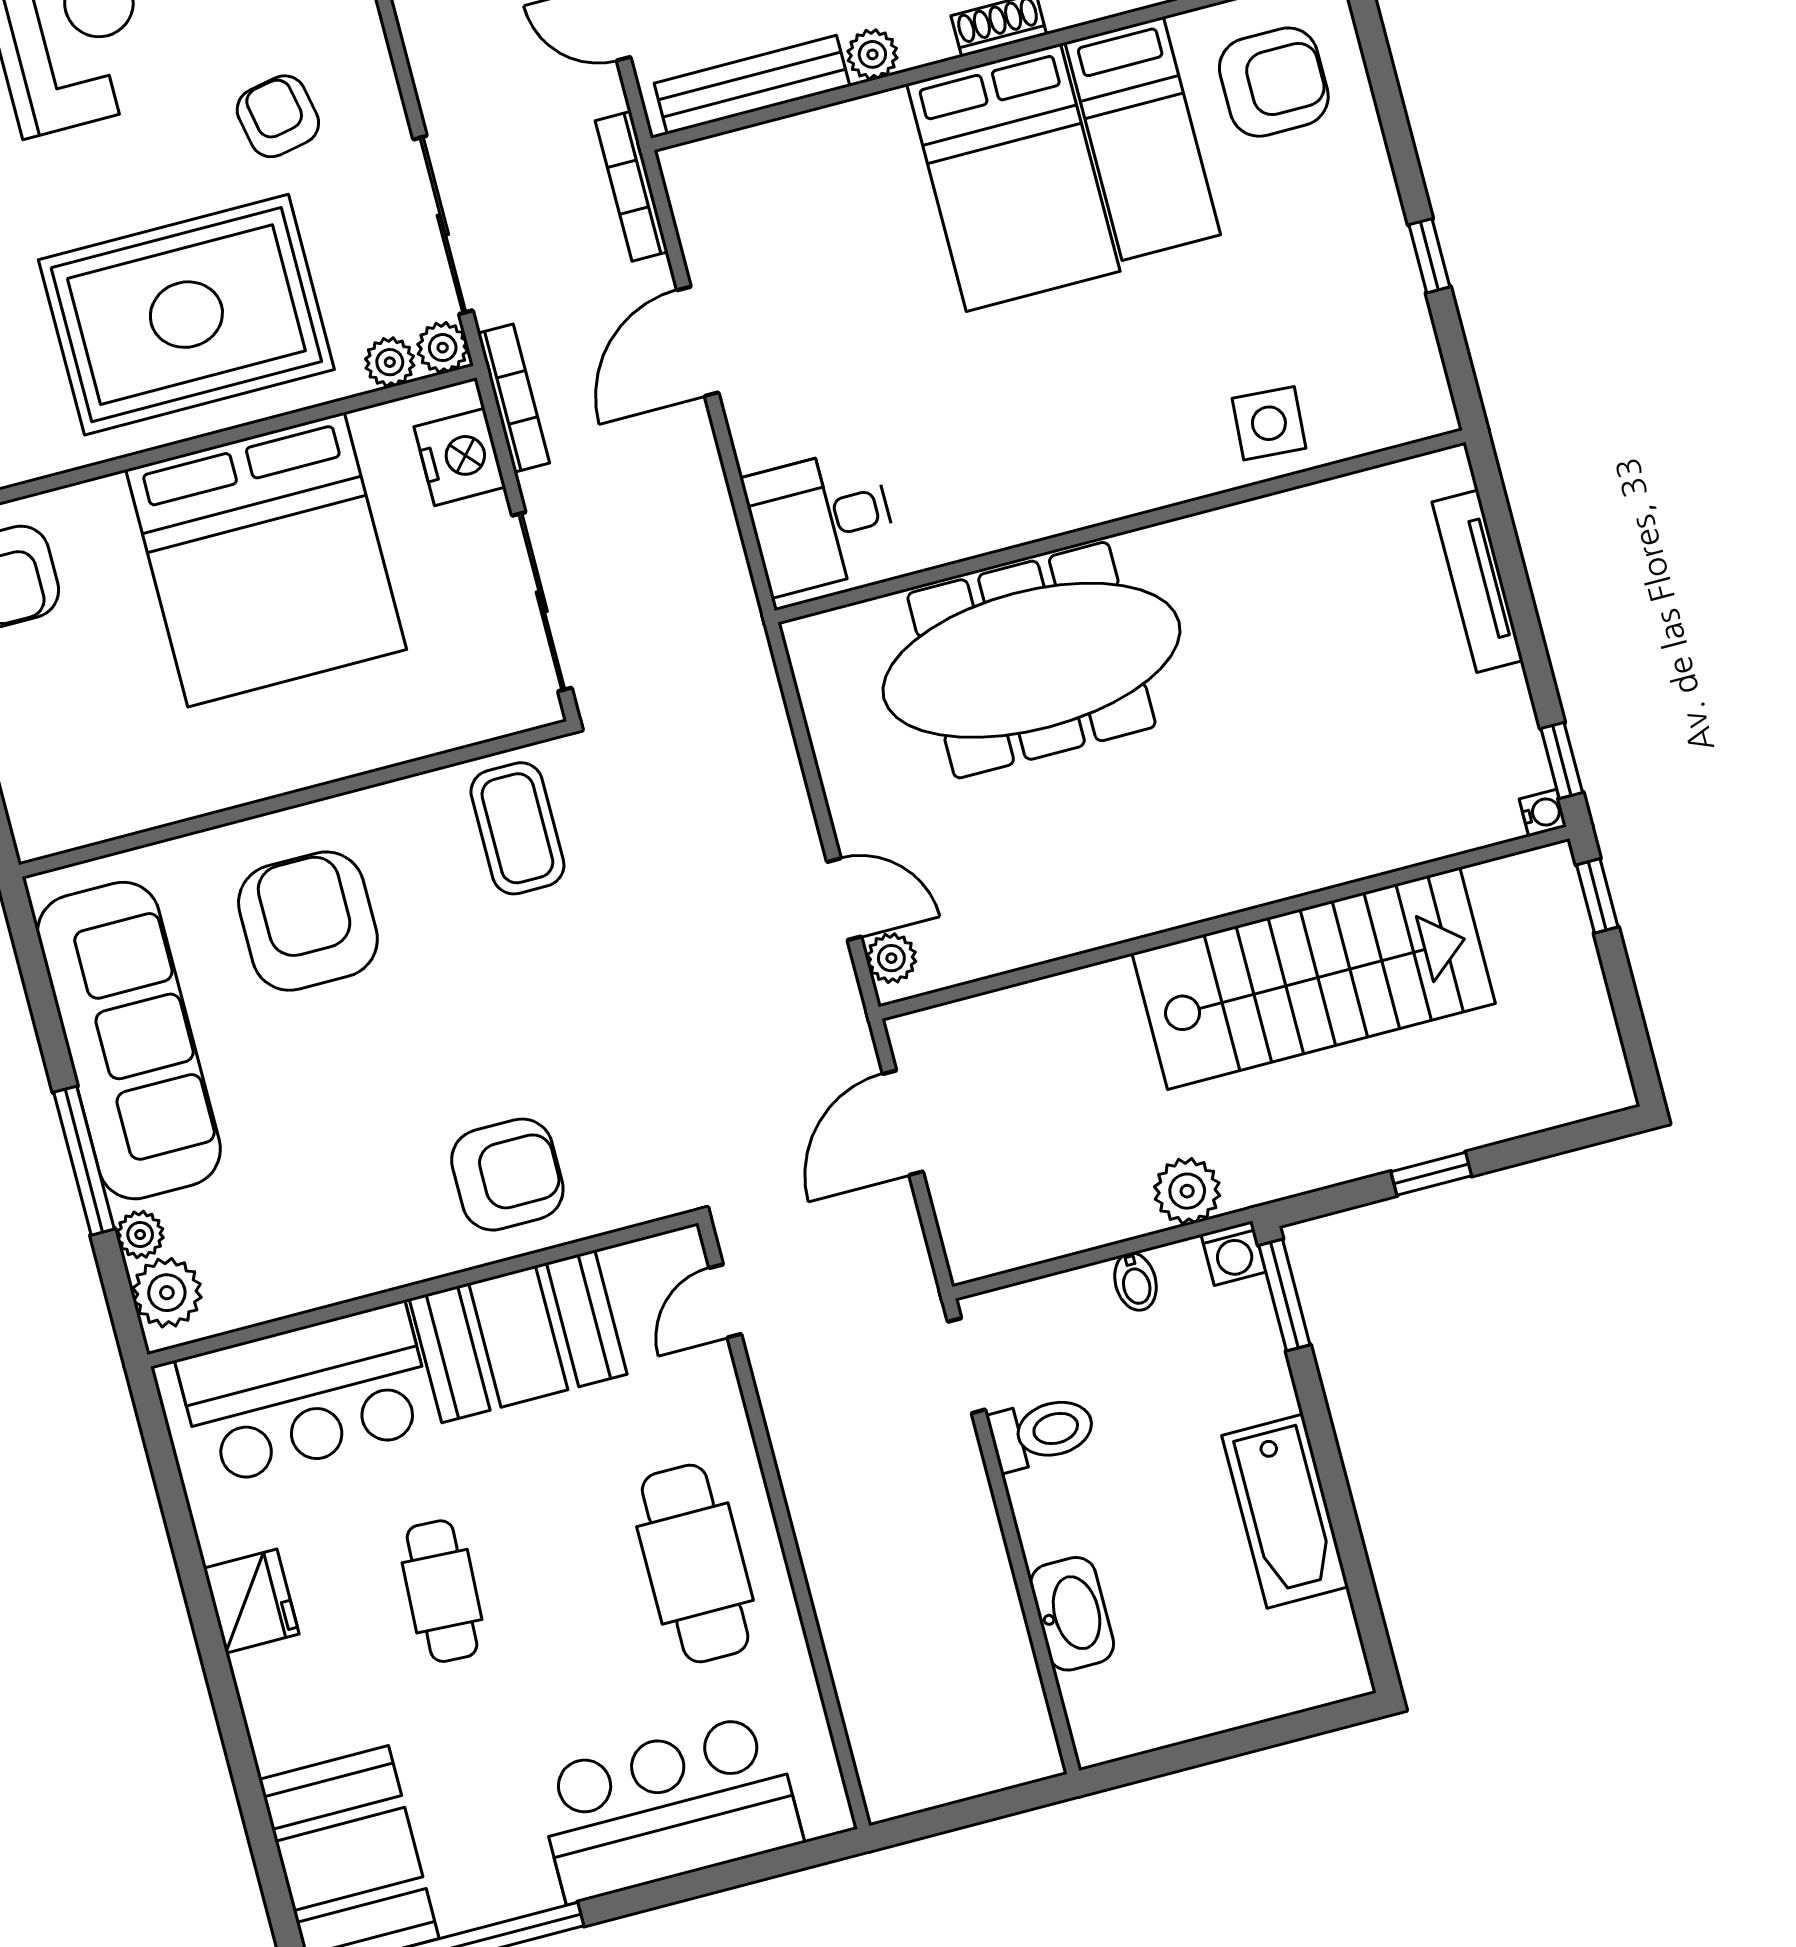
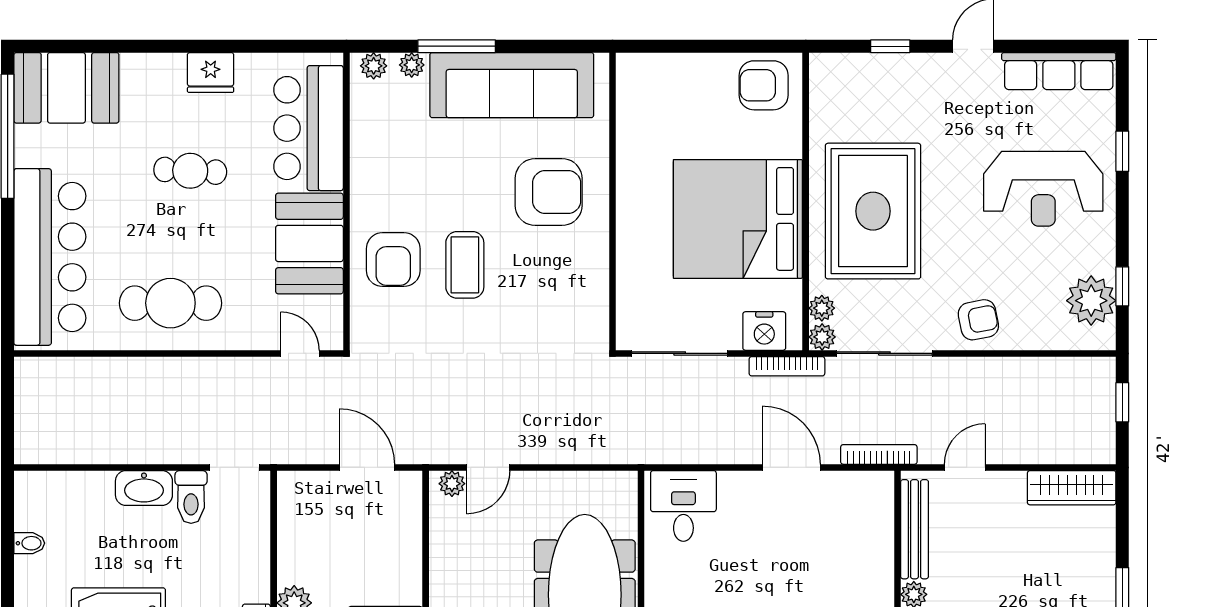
armchair: (278, 116) -> (978, 320), moved
coffee table: (517, 828) -> (465, 265), moved, turned 90
bidet: (1136, 1282) -> (29, 543), moved, turned 180
plant: (167, 1293) -> (374, 66), width x0.73, depth x0.73
washbasin: (1072, 1614) -> (144, 488), moved
bar counter: (668, 1808) -> (50, 257), width x1.36

